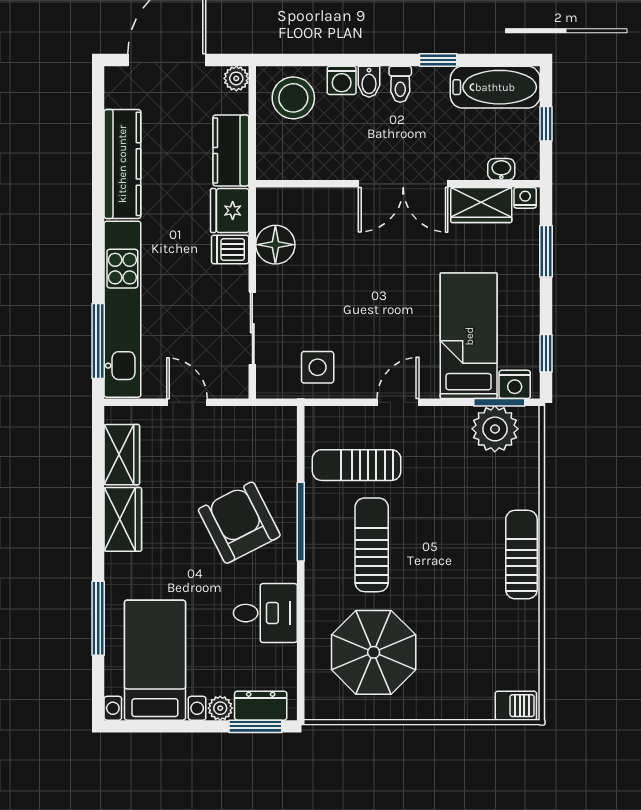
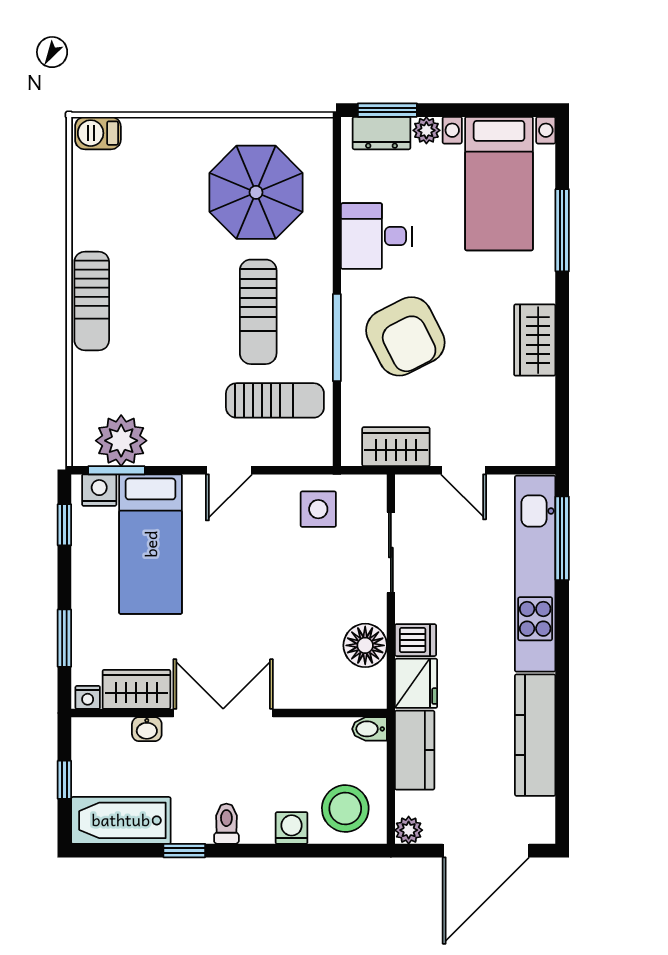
bidet: (369, 82) -> (369, 729), moved, turned -90
washbasin: (501, 169) -> (147, 729), moved
wardrobe: (122, 455) -> (396, 447), moved, turned 90

